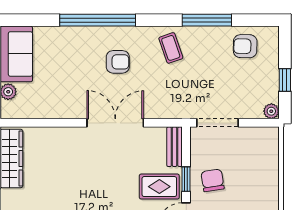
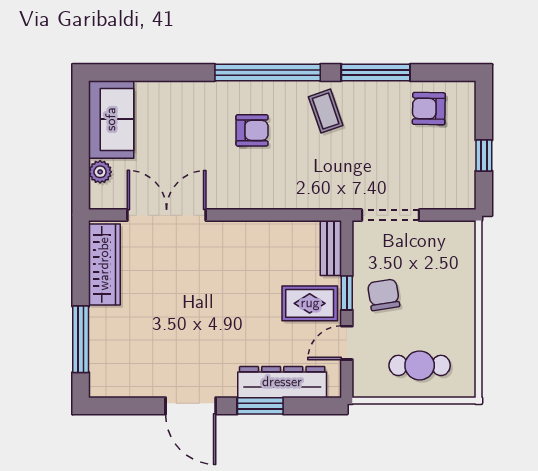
window: (98, 20) -> (268, 73), moved
plant: (271, 111) -> (465, 199), removed
double door: (115, 123) -> (167, 215), moved

